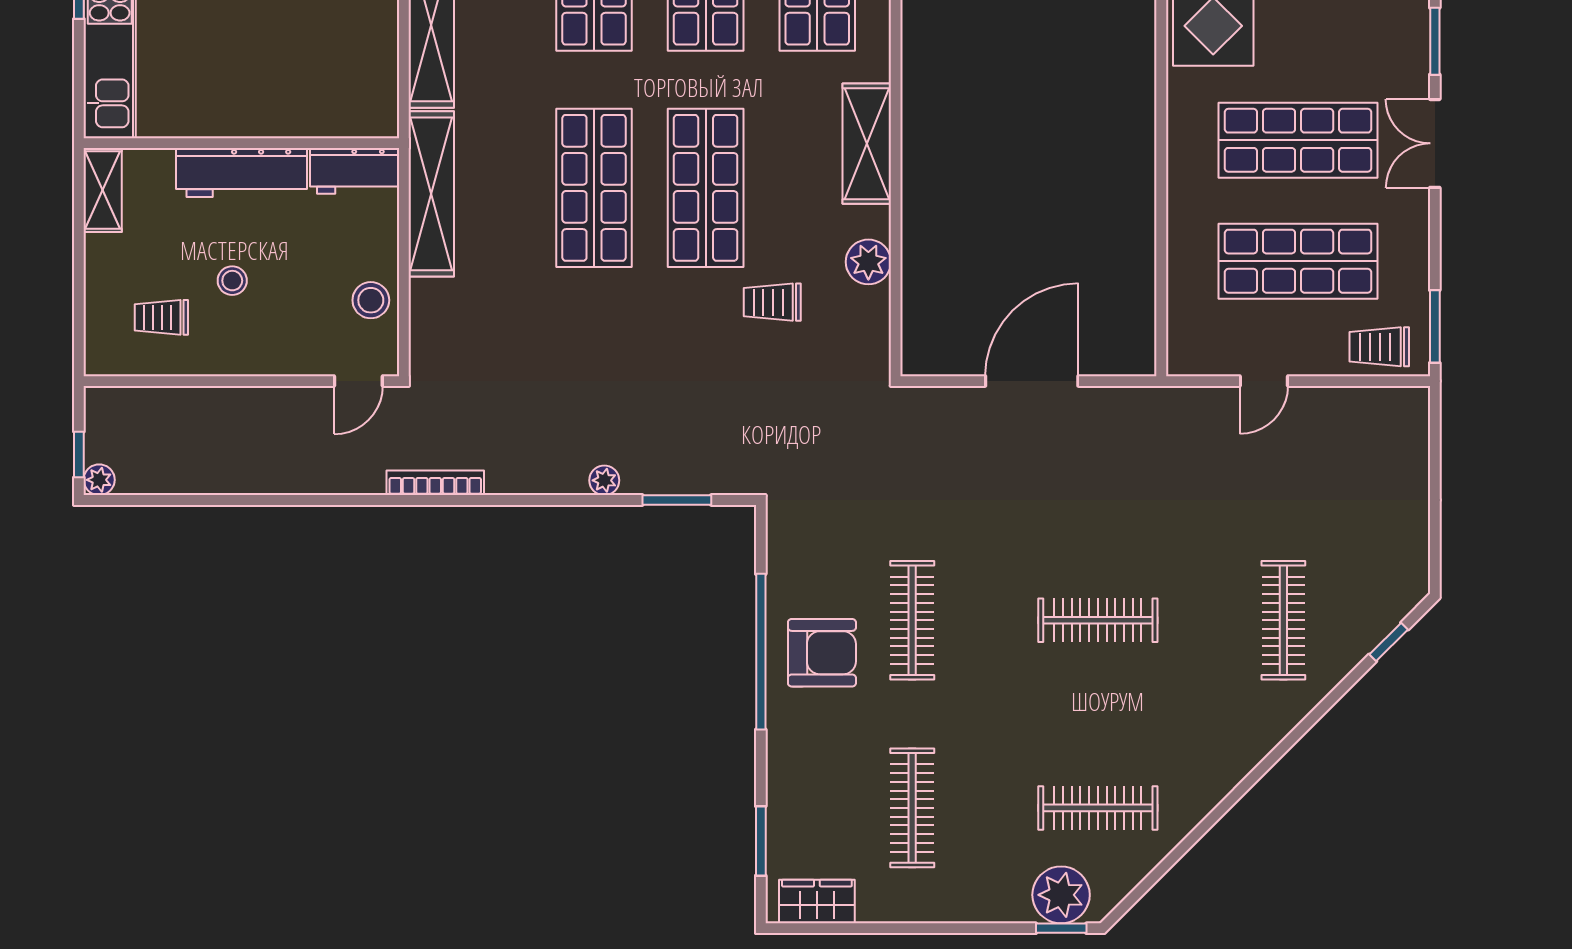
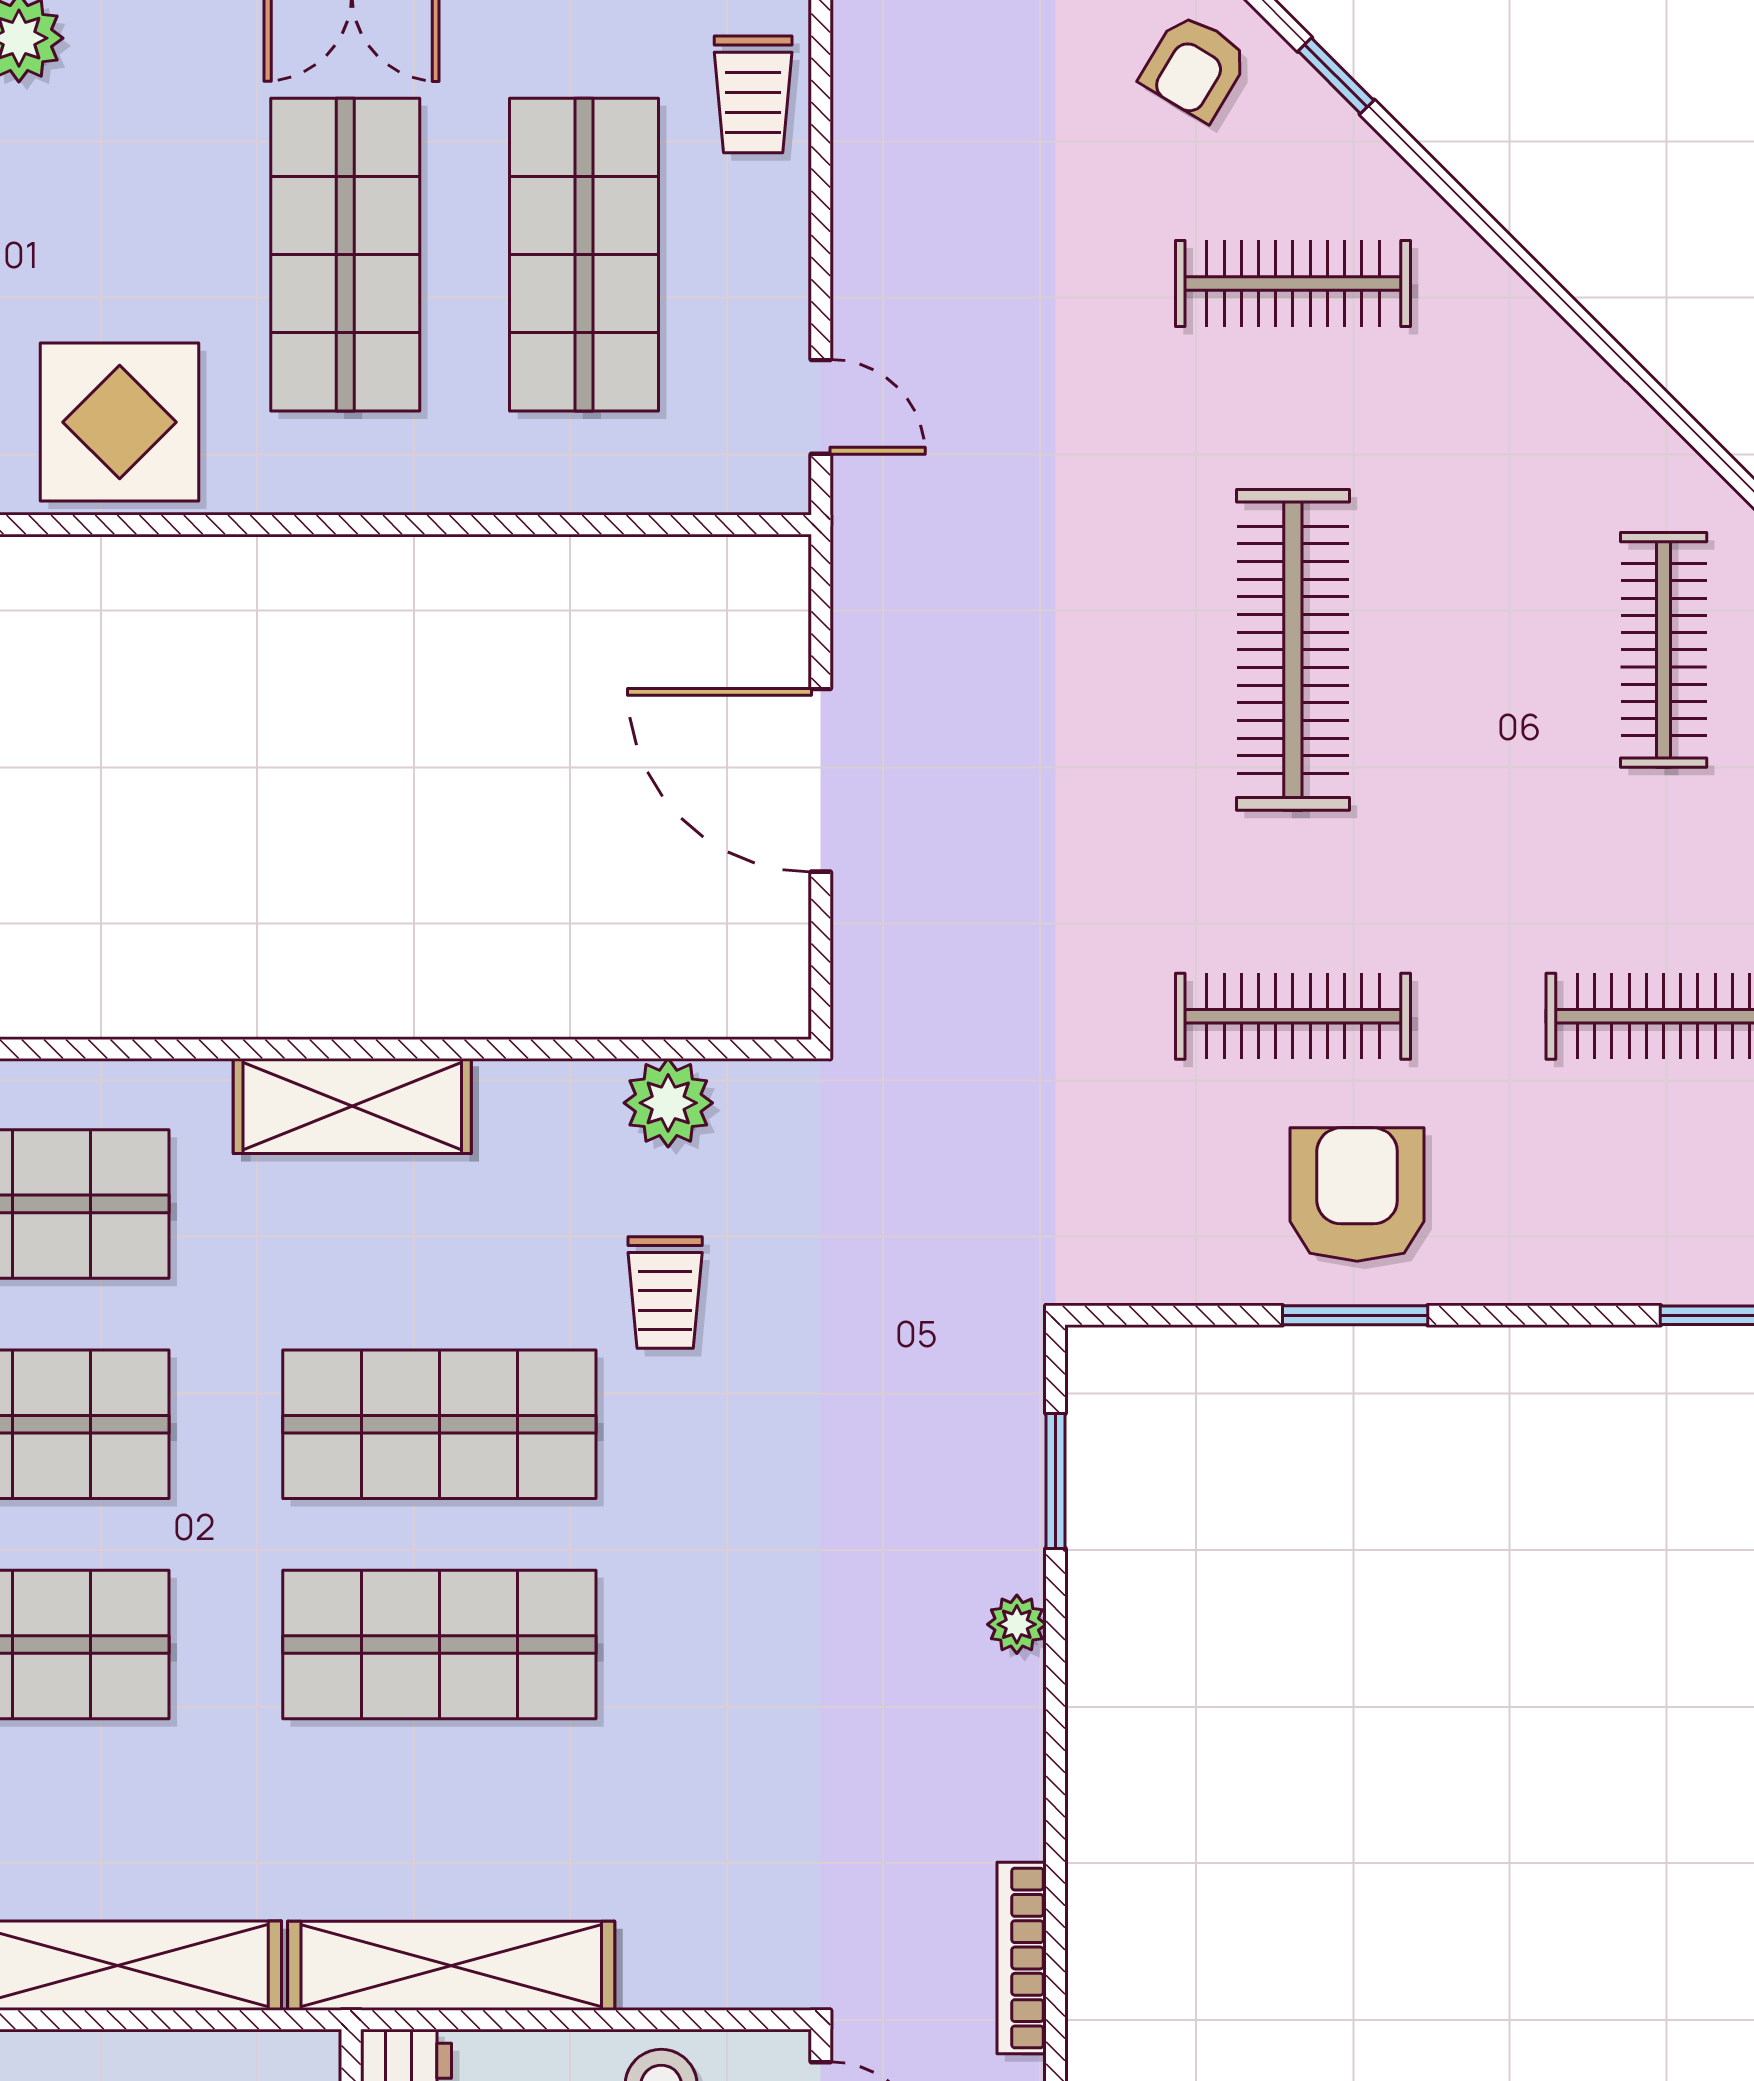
plant: (868, 262) -> (668, 1103), moved
door: (1264, 381) -> (821, 407), moved
armchair: (1393, 570) -> (1195, 67), added
clothes rail: (1098, 620) -> (1293, 650), width x1.37, depth x1.31
window: (761, 652) -> (1355, 1315), width x0.47

